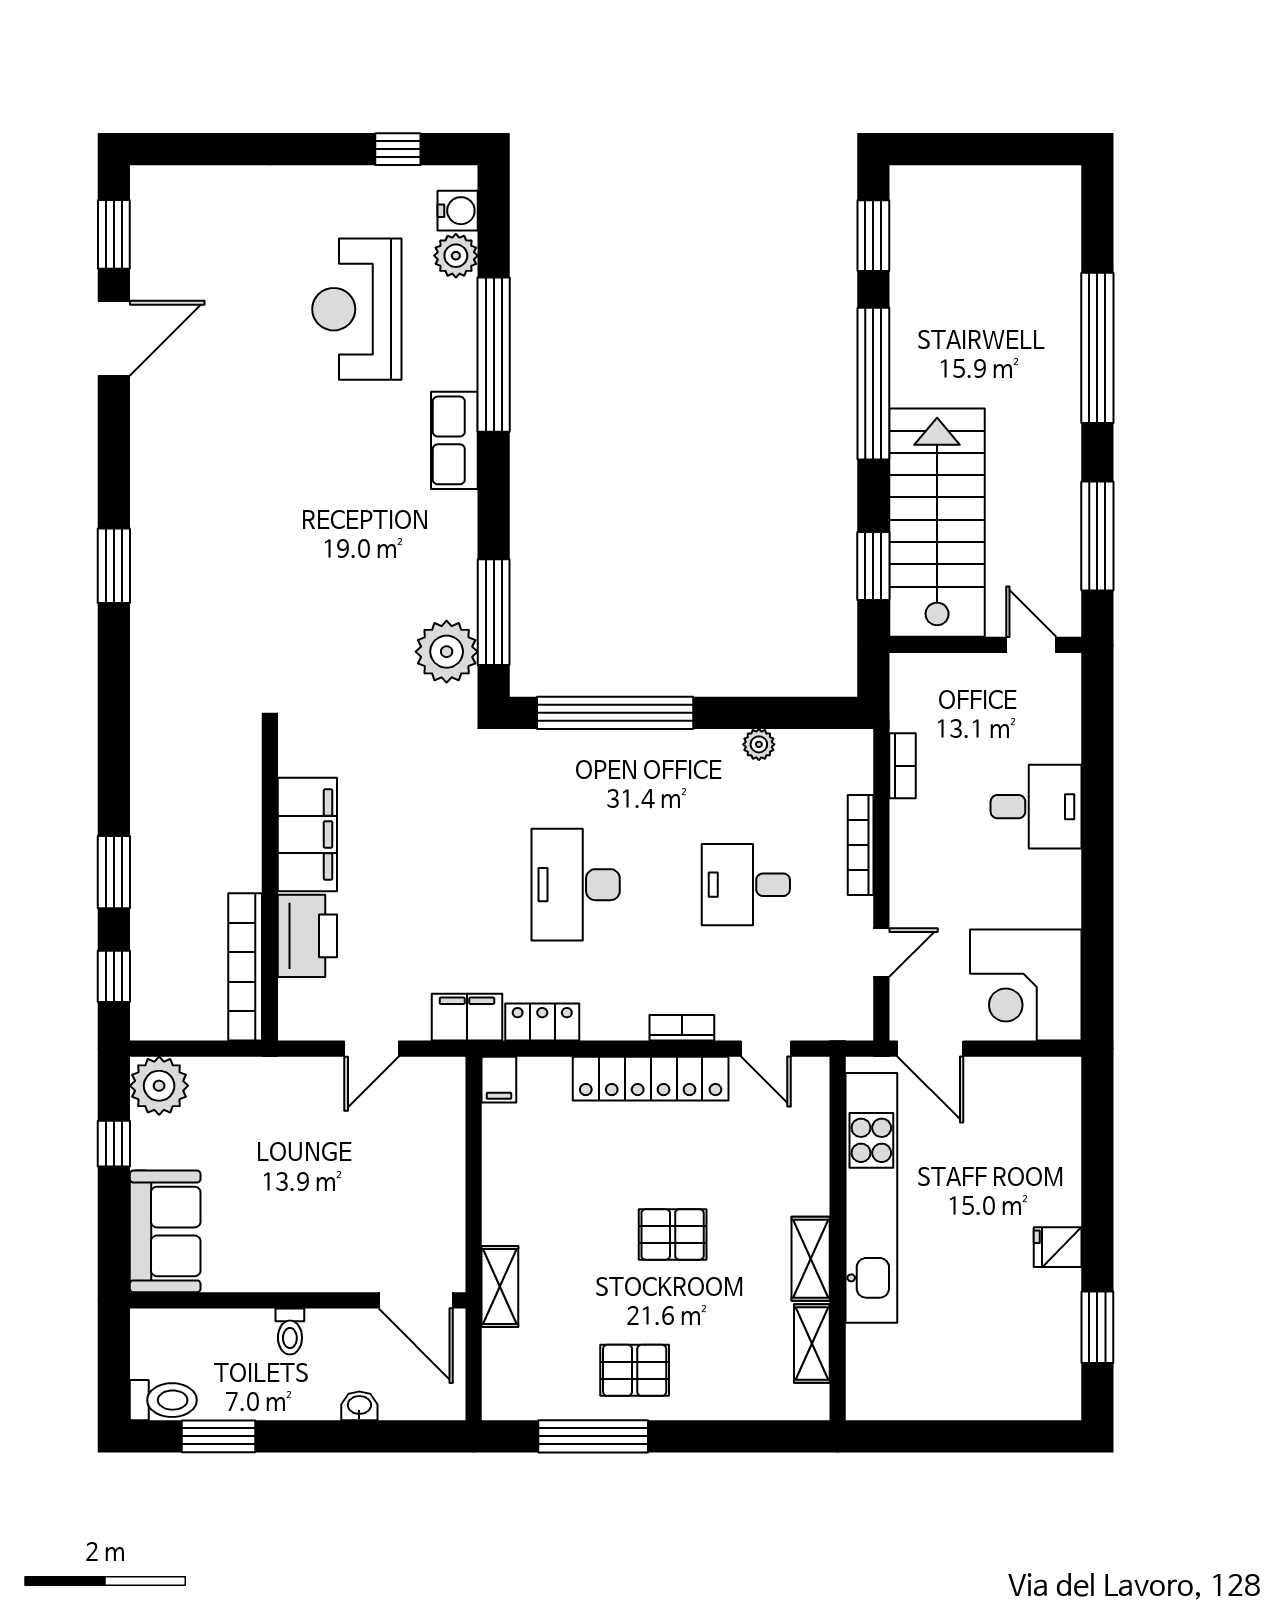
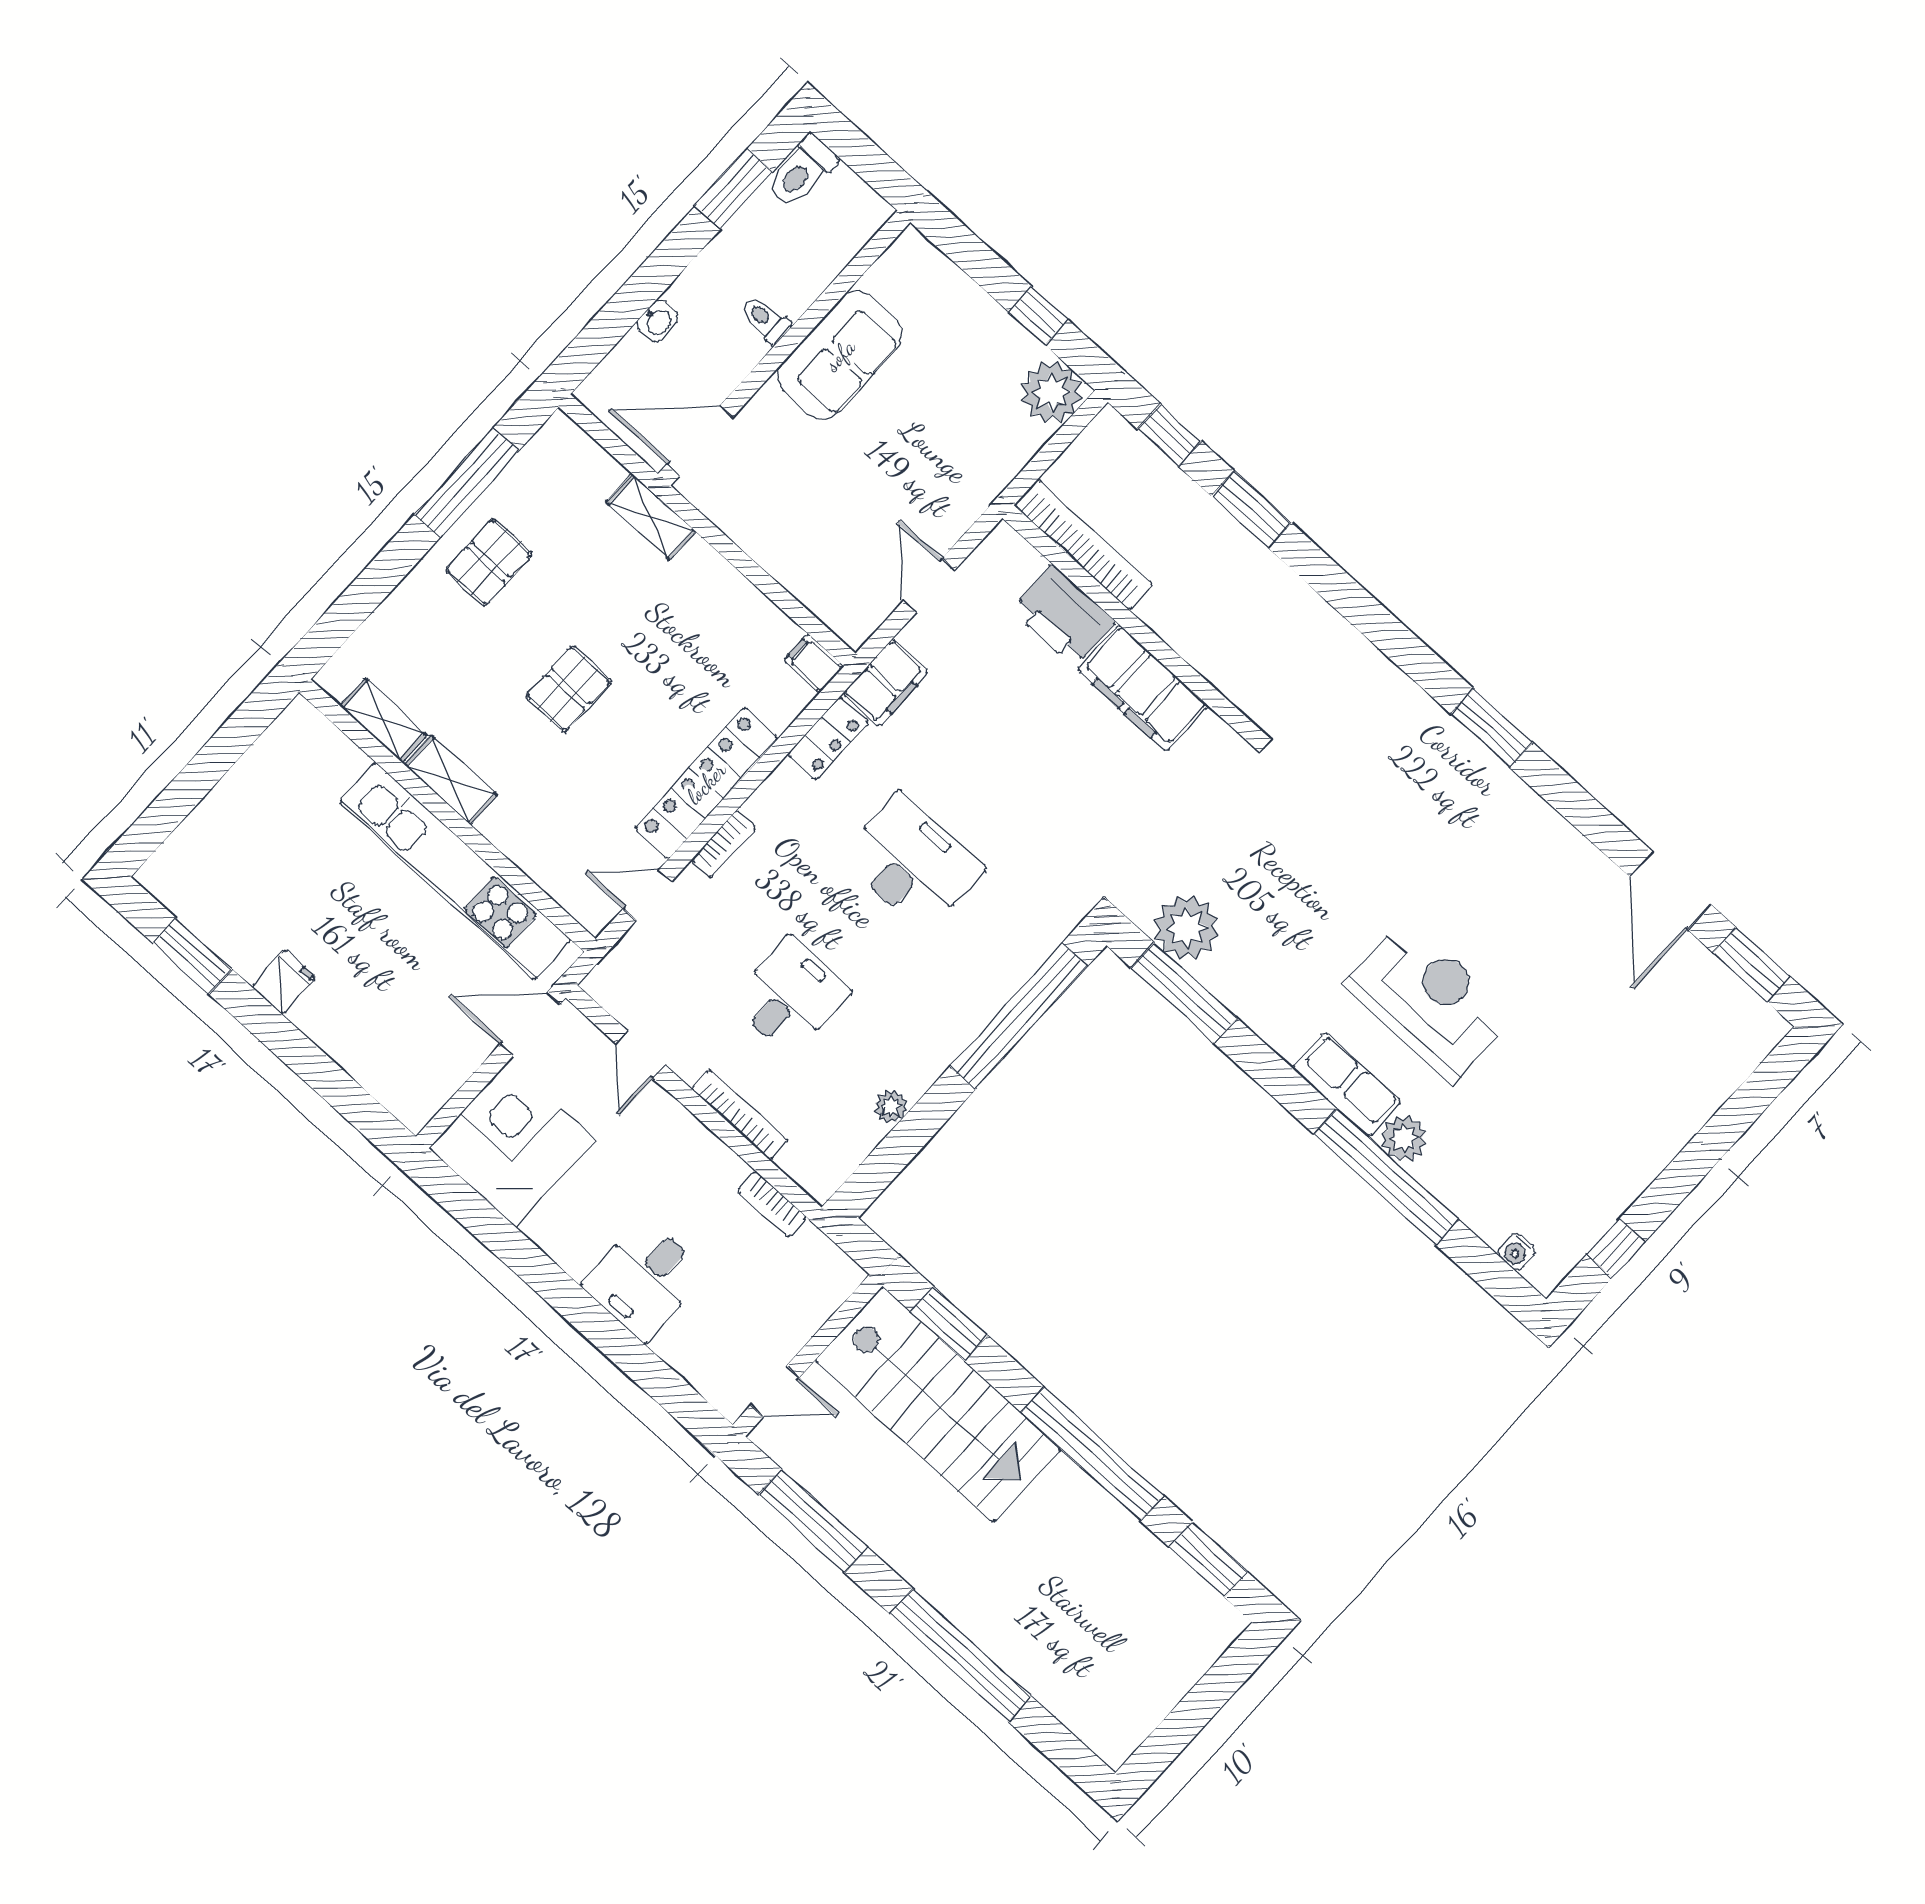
water cooler: (458, 211) -> (1516, 1252), width x0.72, depth x0.72
plant: (456, 256) -> (1404, 1139), moved
reception desk: (357, 309) -> (1429, 1000), moved
sofa: (165, 1231) -> (840, 355), moved, turned -90

